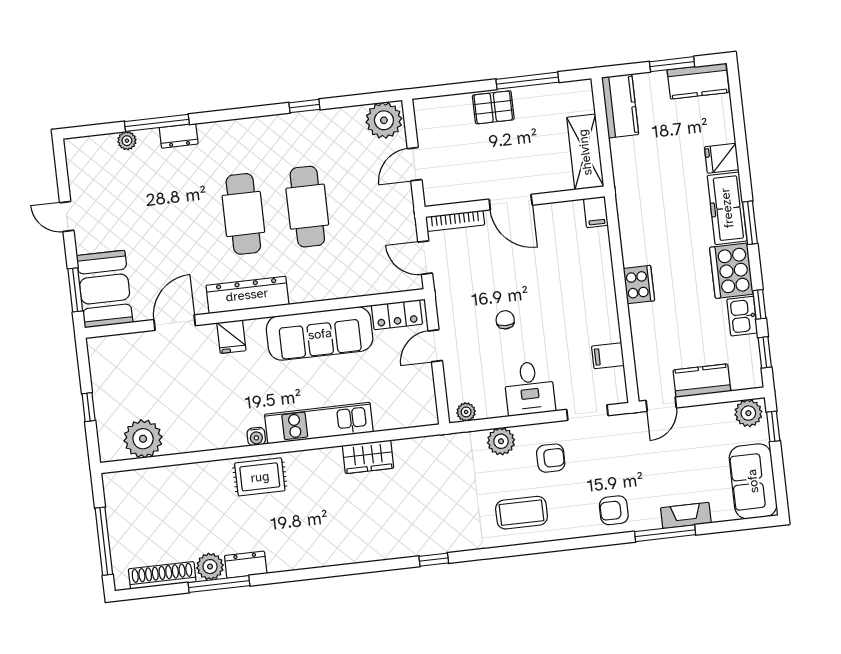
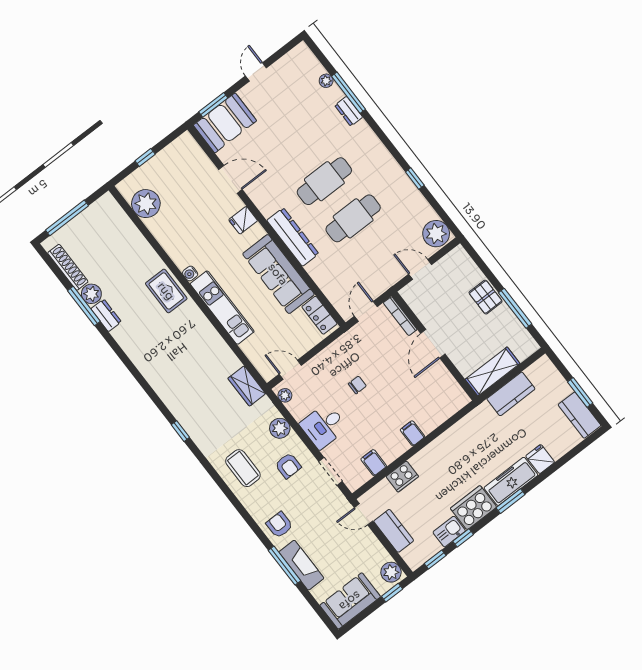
kitchen counter: (620, 106) -> (511, 394), moved
filing cabinet: (596, 212) -> (412, 433), moved, turned 90
cooker: (639, 285) -> (402, 477), moved
dresser: (247, 295) -> (293, 237), moved
door: (435, 346) -> (290, 370), moved
wardrobe: (368, 457) -> (247, 386), moved
fireplace: (686, 515) -> (301, 565), width x1.37, depth x1.32

